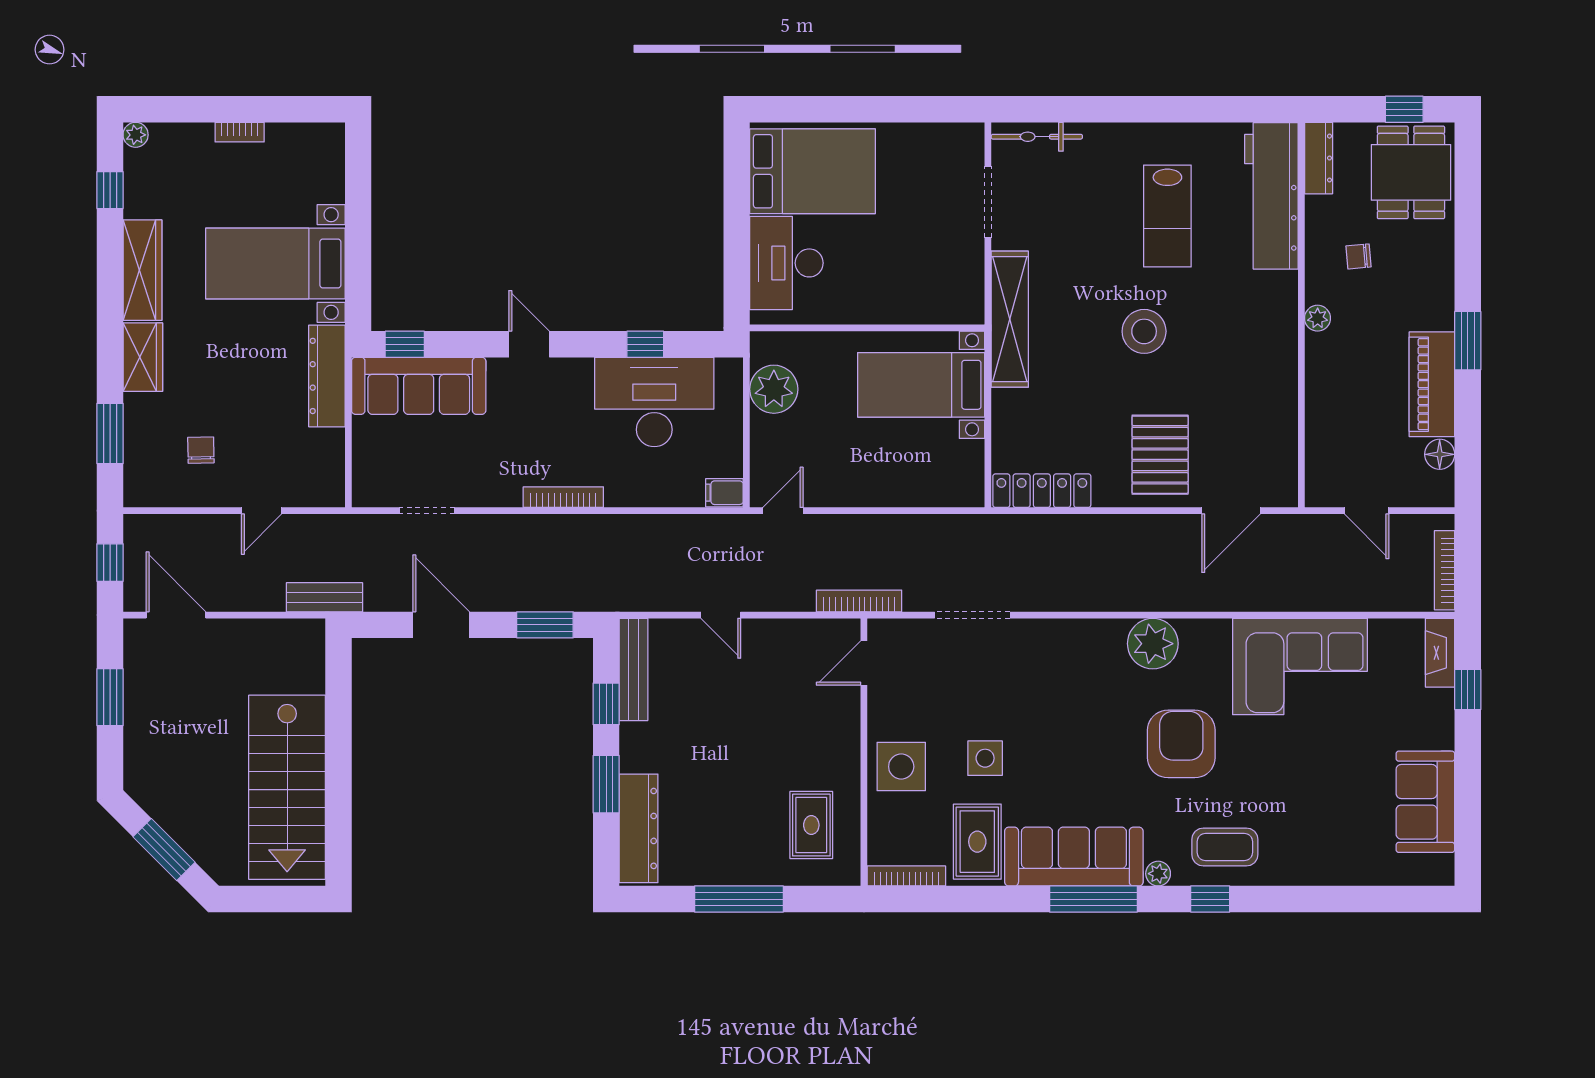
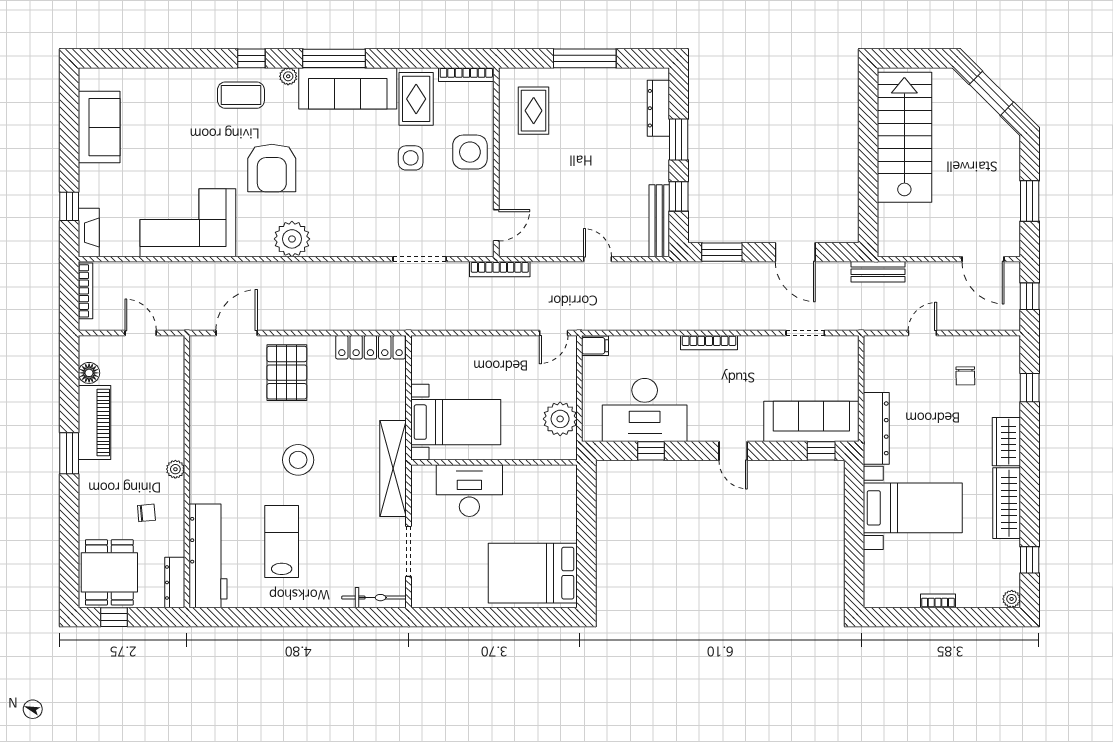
desk: (786, 263) -> (469, 491), moved, turned -90
window: (110, 433) -> (1030, 388), width x0.67
dresser: (639, 828) -> (658, 108), width x0.73, depth x0.80

